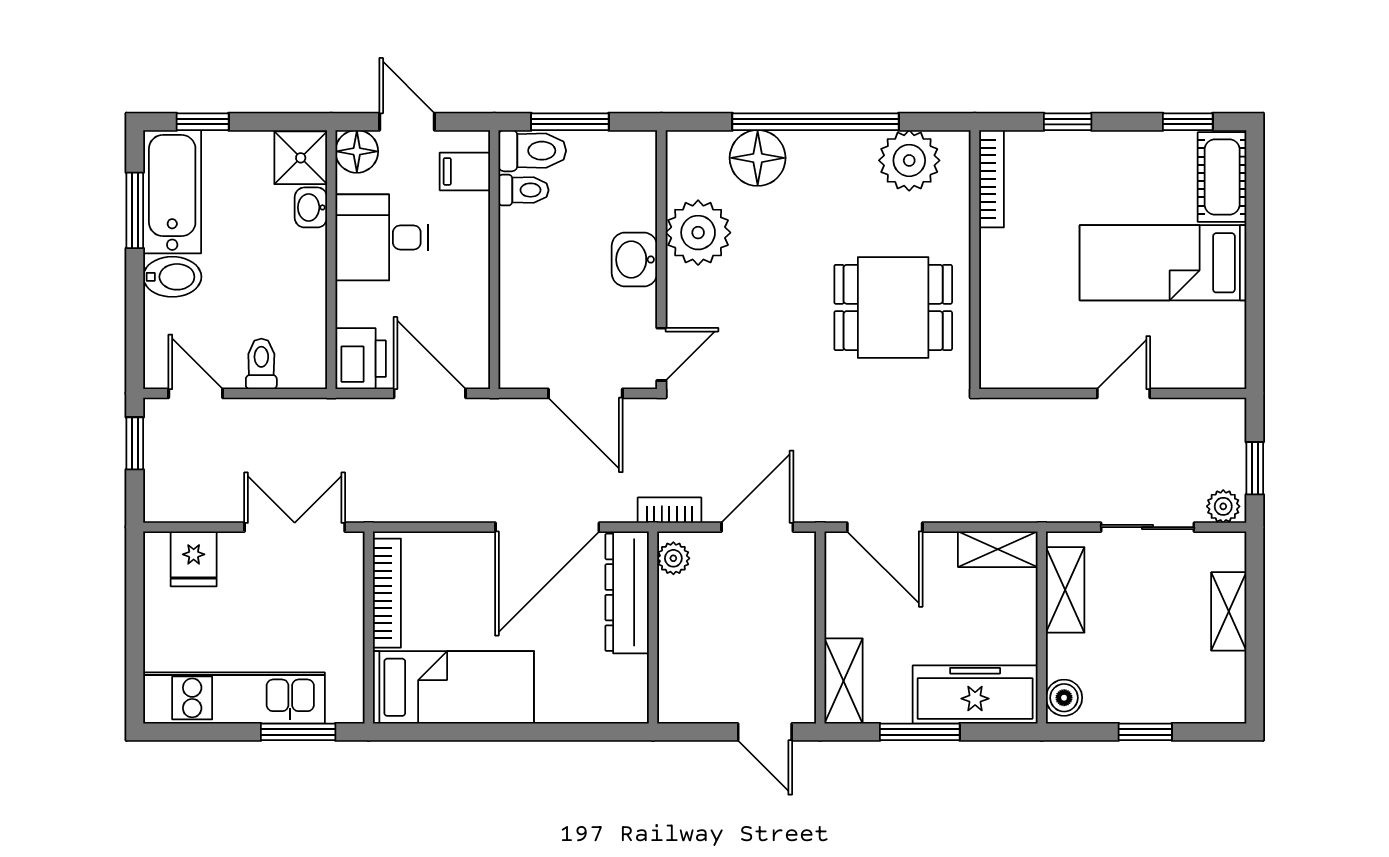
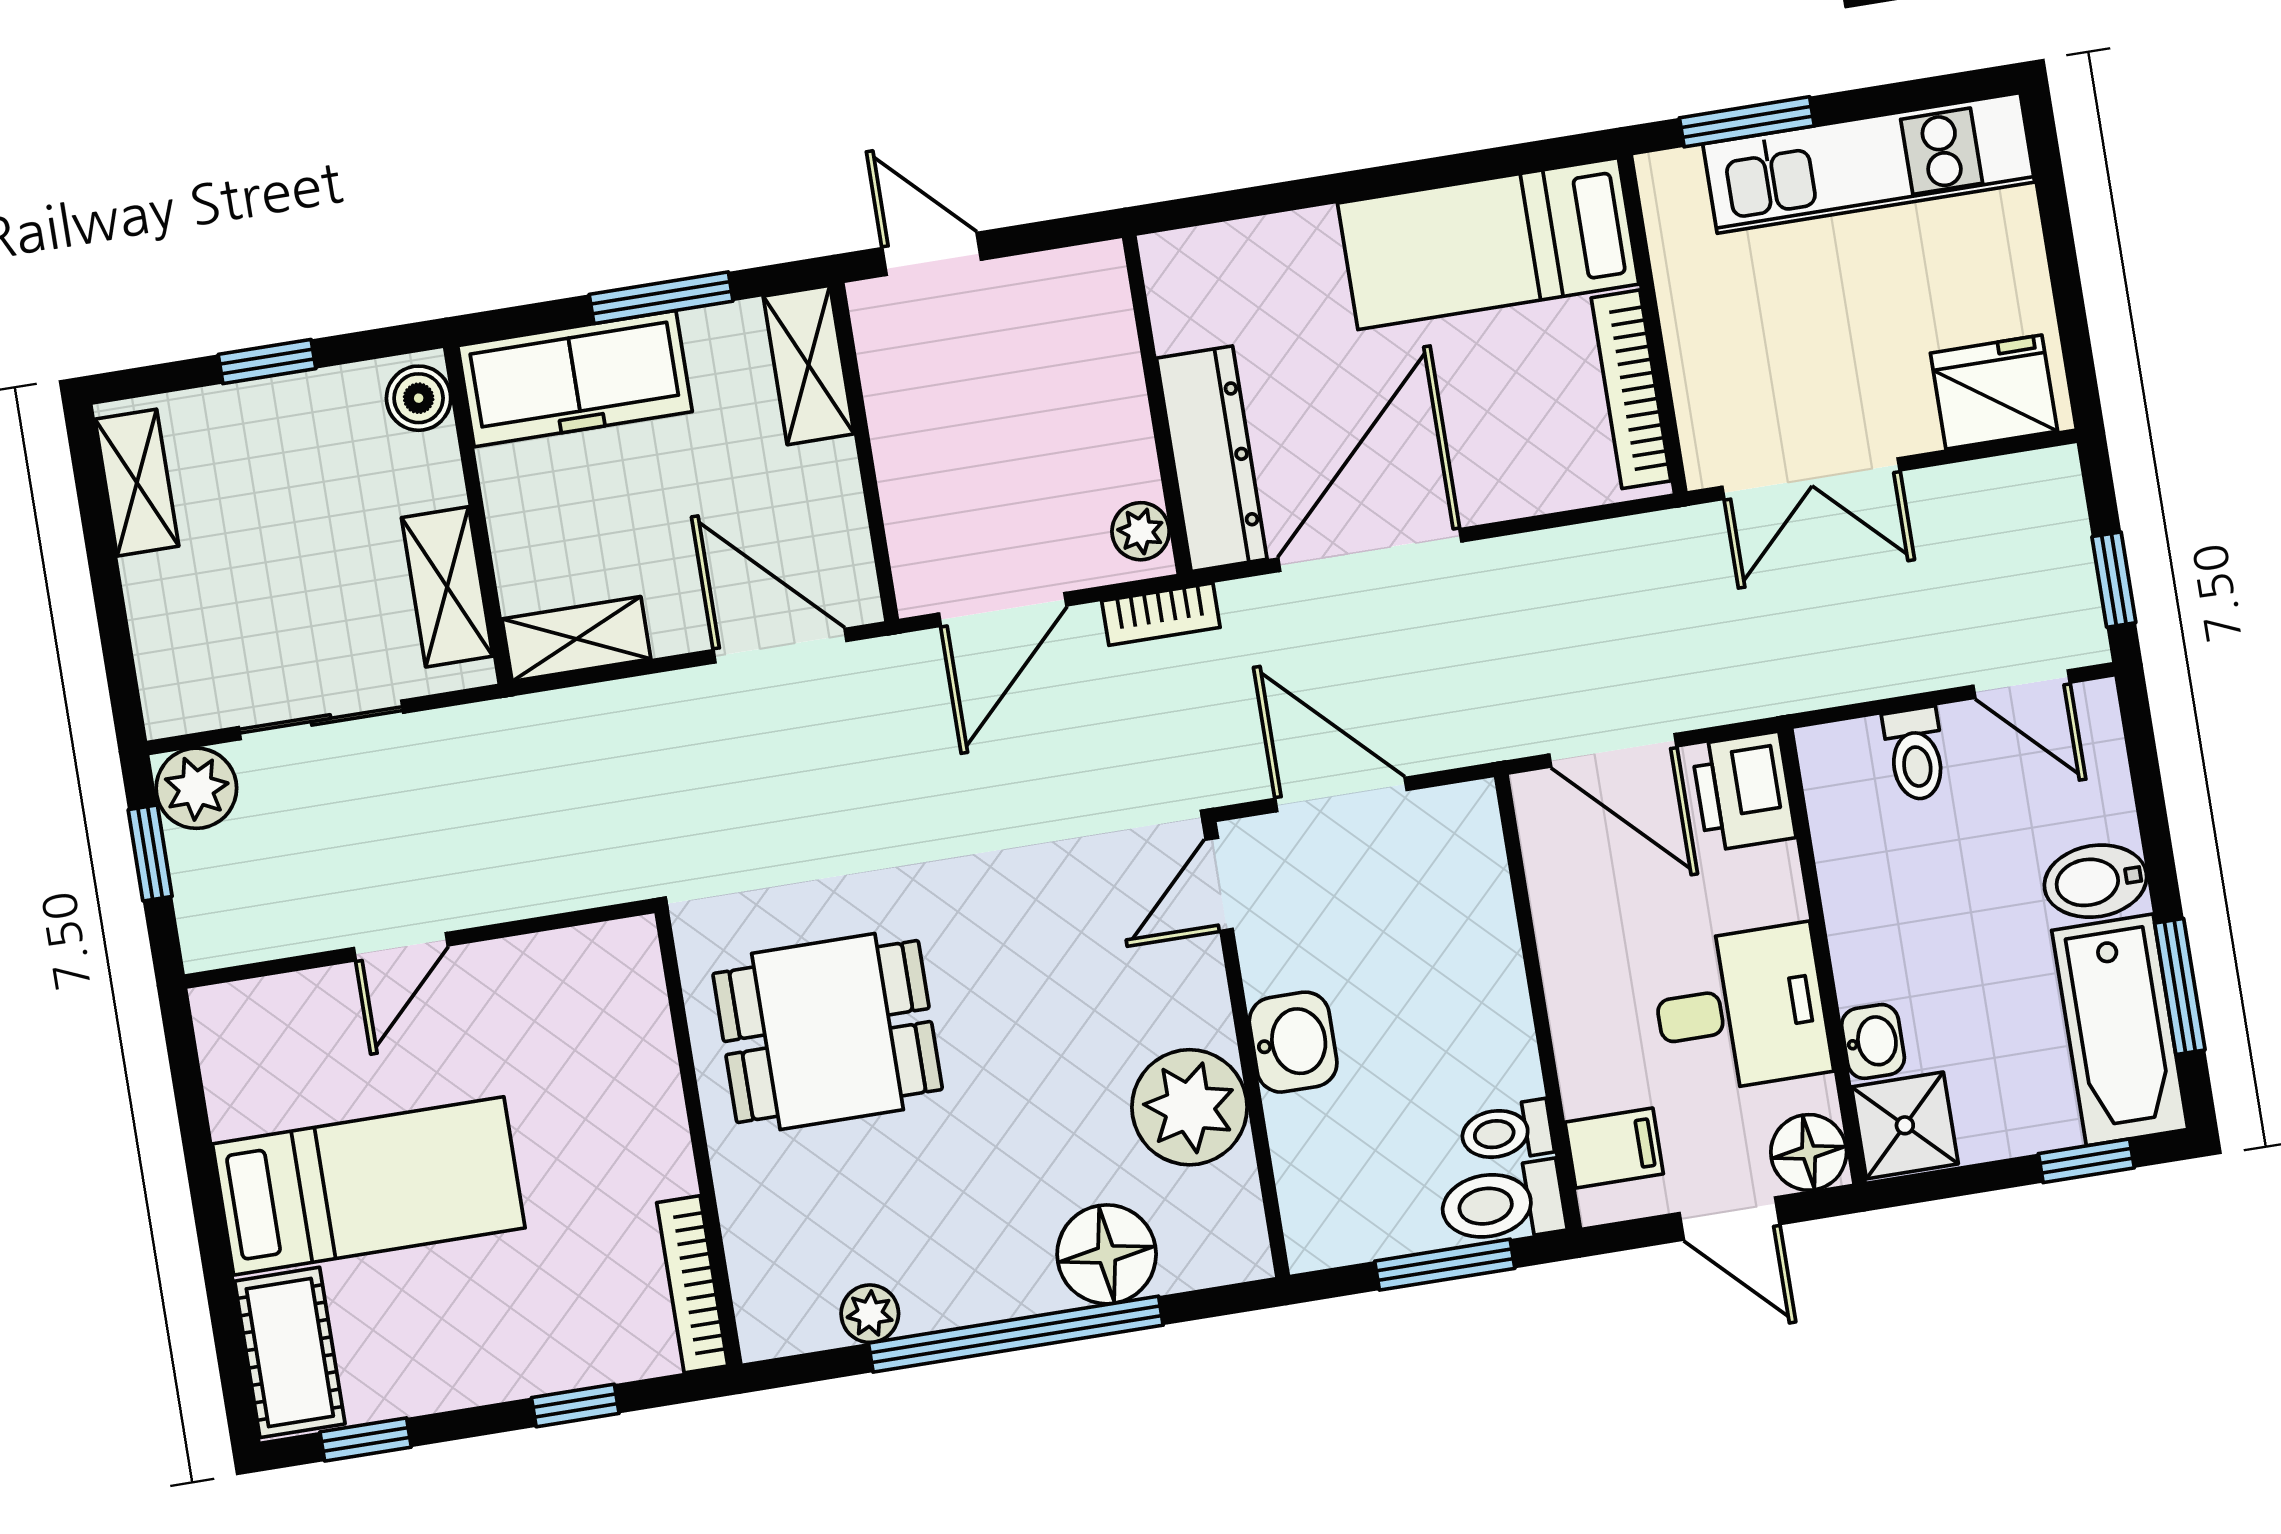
plant: (909, 160) -> (870, 1314), width x0.53, depth x0.53
plant: (1223, 506) -> (196, 788), width x1.38, depth x1.38
fridge: (194, 559) -> (1994, 392), width x1.38
shelving: (1229, 611) -> (137, 483), moved

